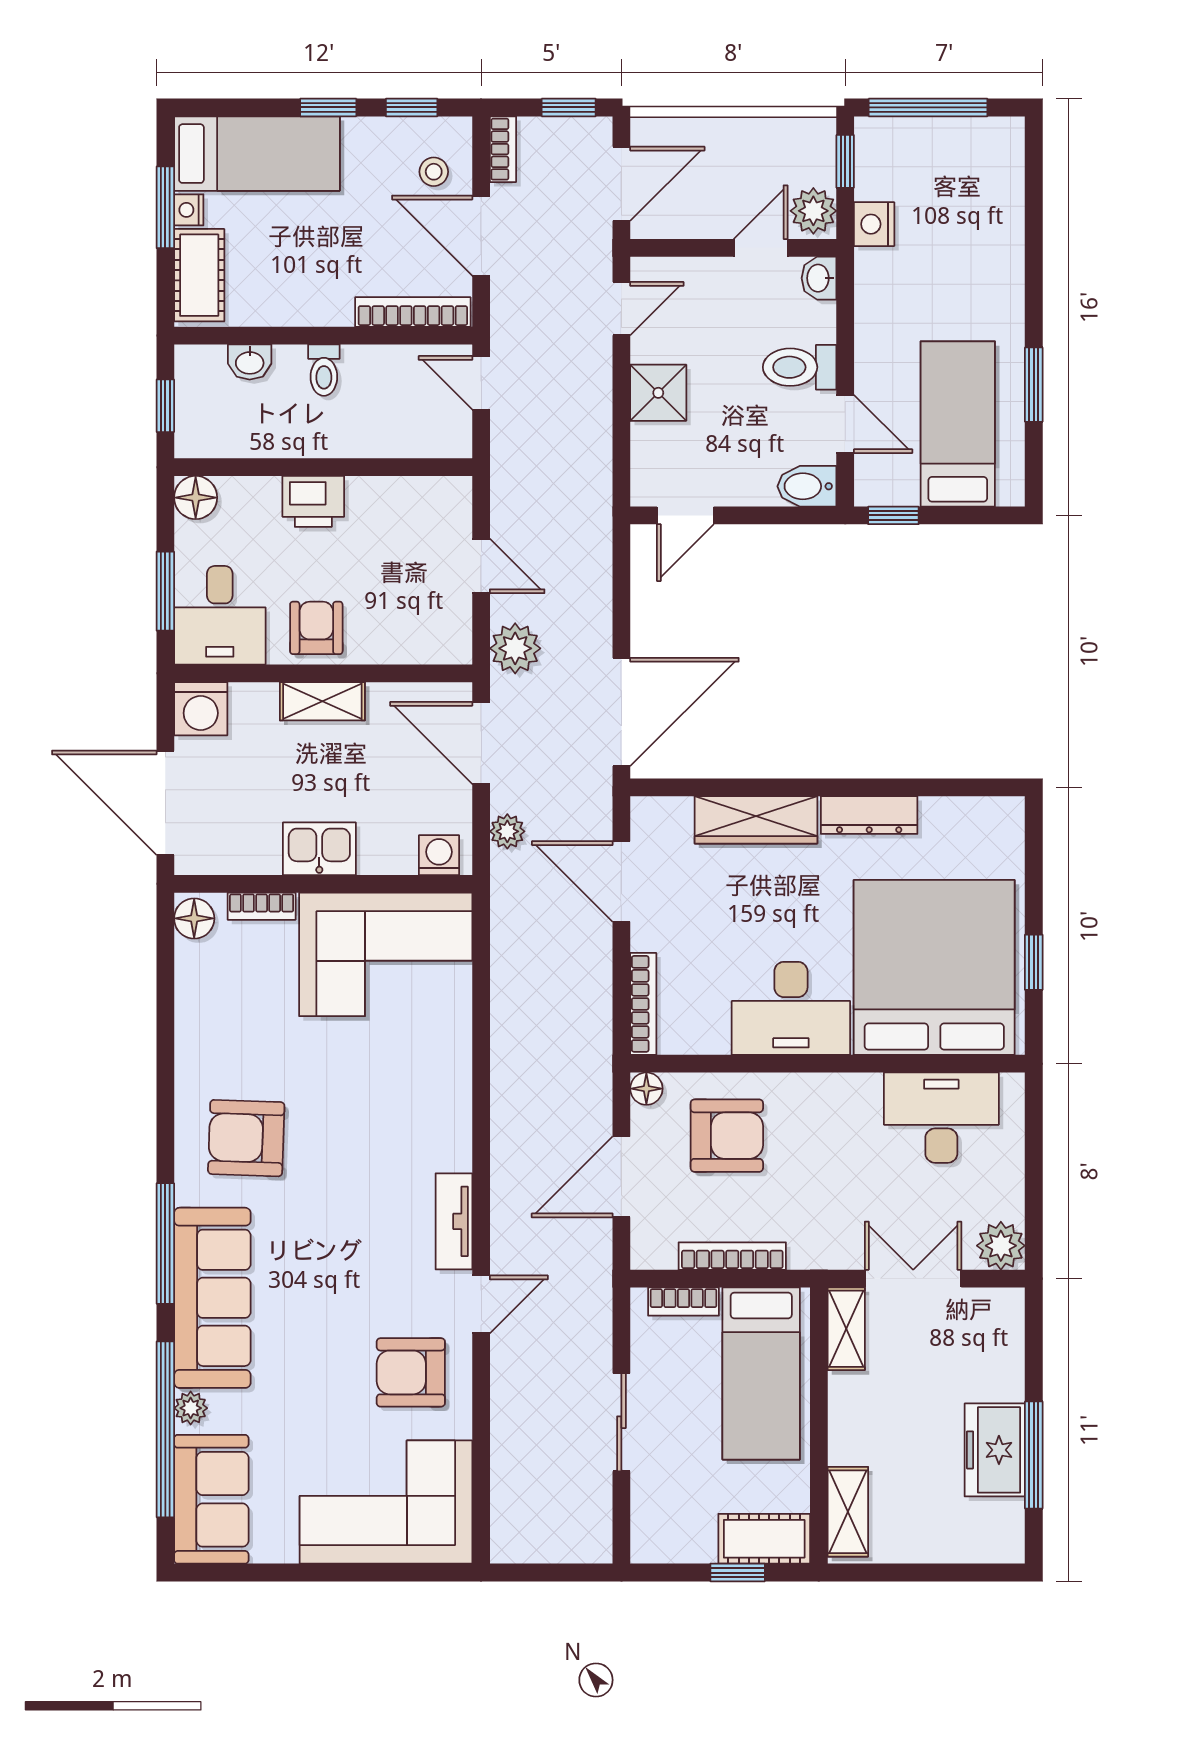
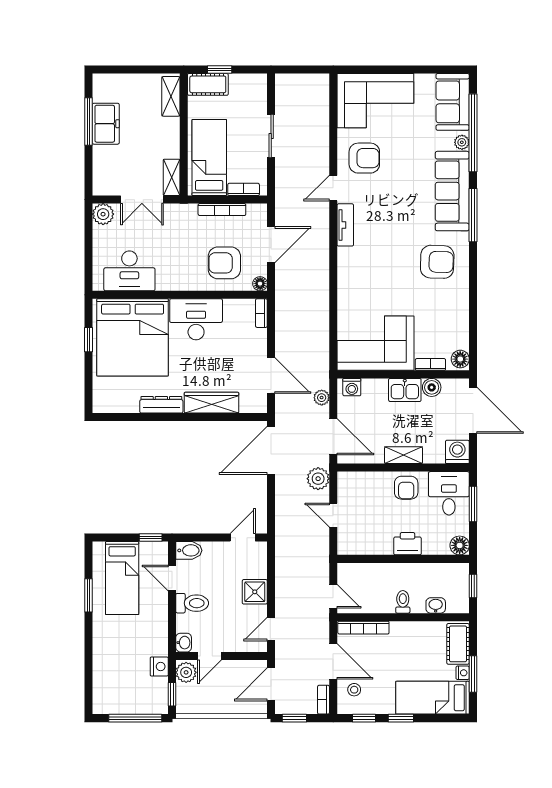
boiler: (259, 854) -> (432, 387), added
bookcase: (643, 1004) -> (261, 313), width x0.64

